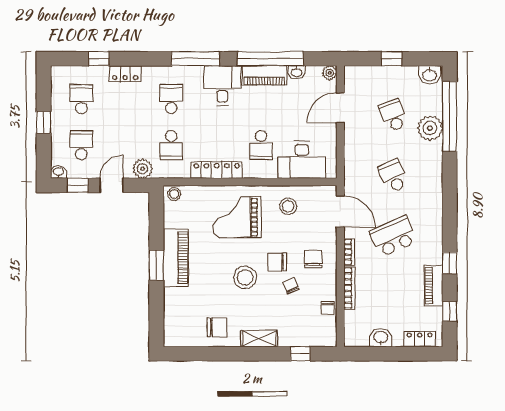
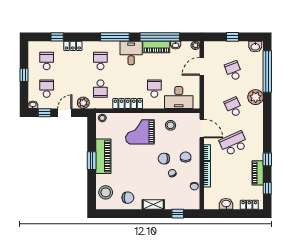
plant: (430, 128) -> (256, 97), moved
school desk: (261, 145) -> (154, 89), turned 180
stool: (245, 277) -> (106, 192), moved

